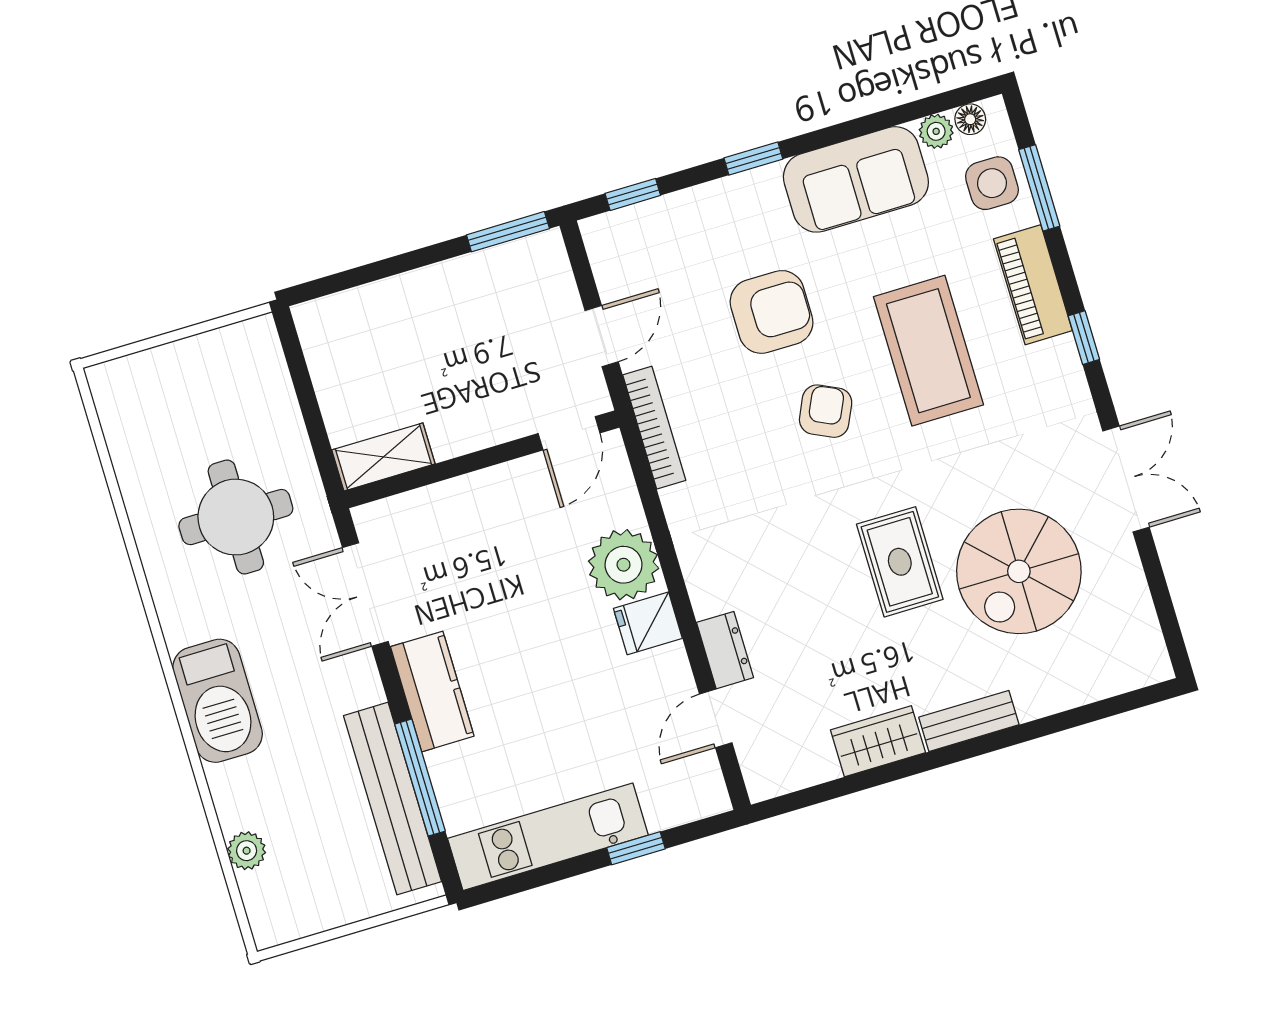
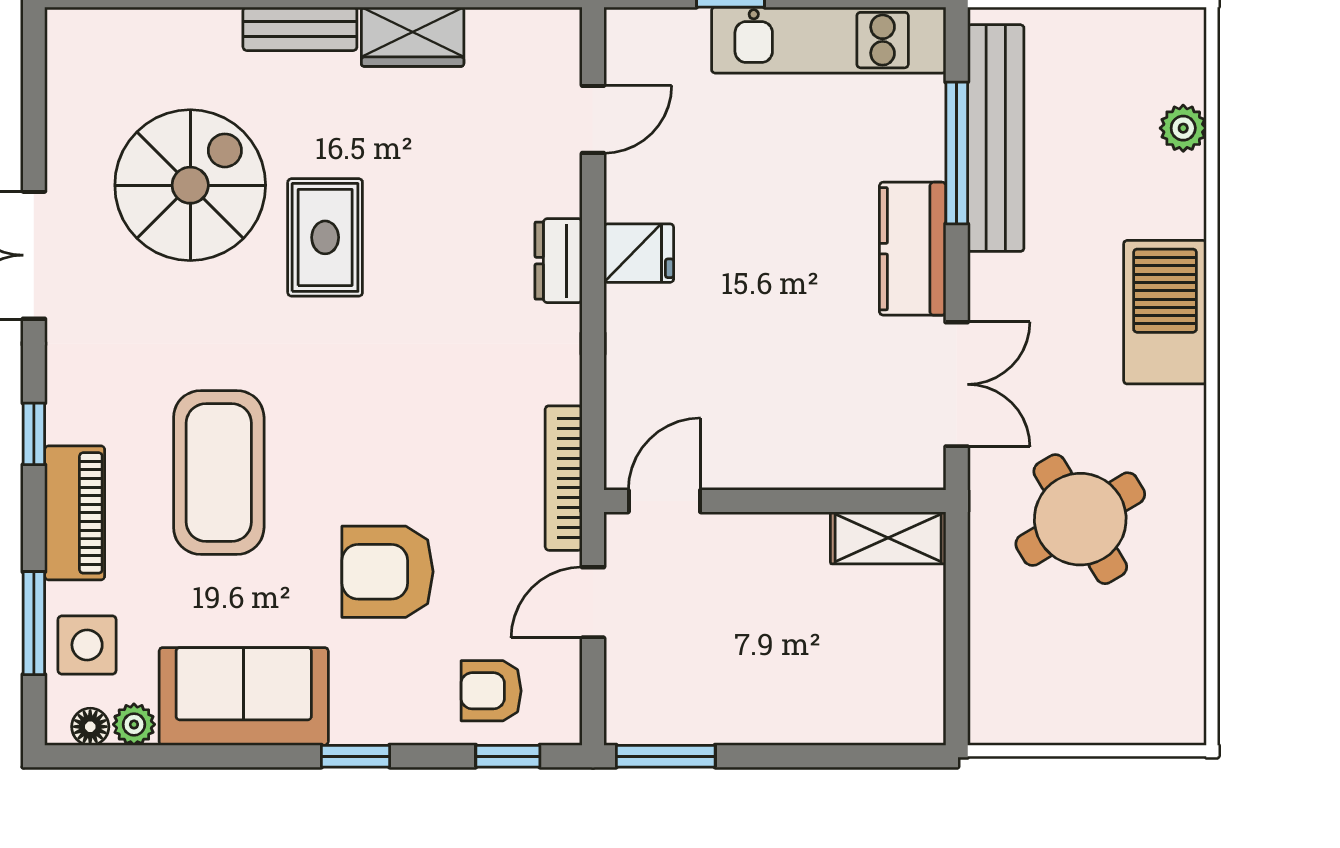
armchair: (826, 411) -> (491, 691), moved, turned 65
round table: (236, 517) -> (1080, 519), turned -31
plant: (624, 565) -> (647, 330), removed
dresser: (725, 650) -> (559, 261), moved

